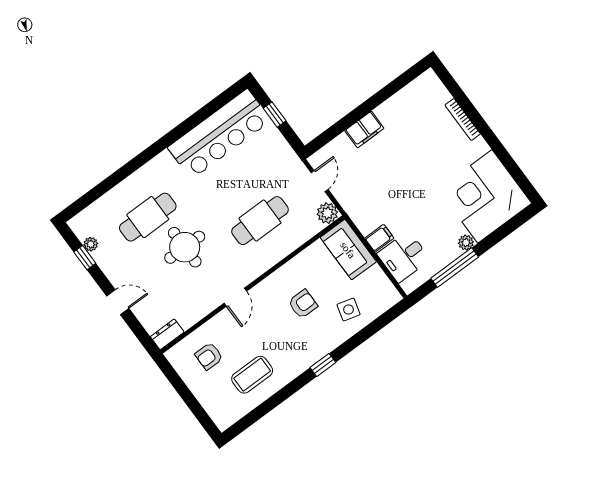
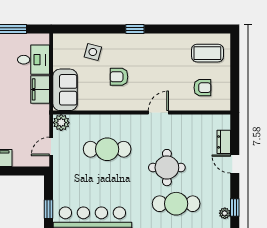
filing cabinet: (379, 238) -> (40, 89), width x2.00
dresser: (167, 334) -> (224, 142), moved, turned 90
coffee table: (252, 375) -> (207, 53), moved

